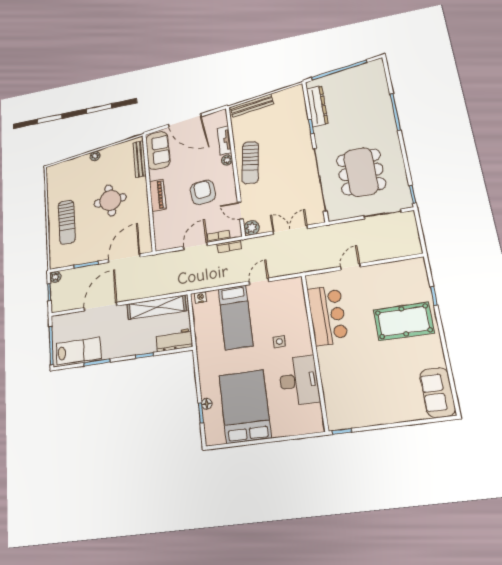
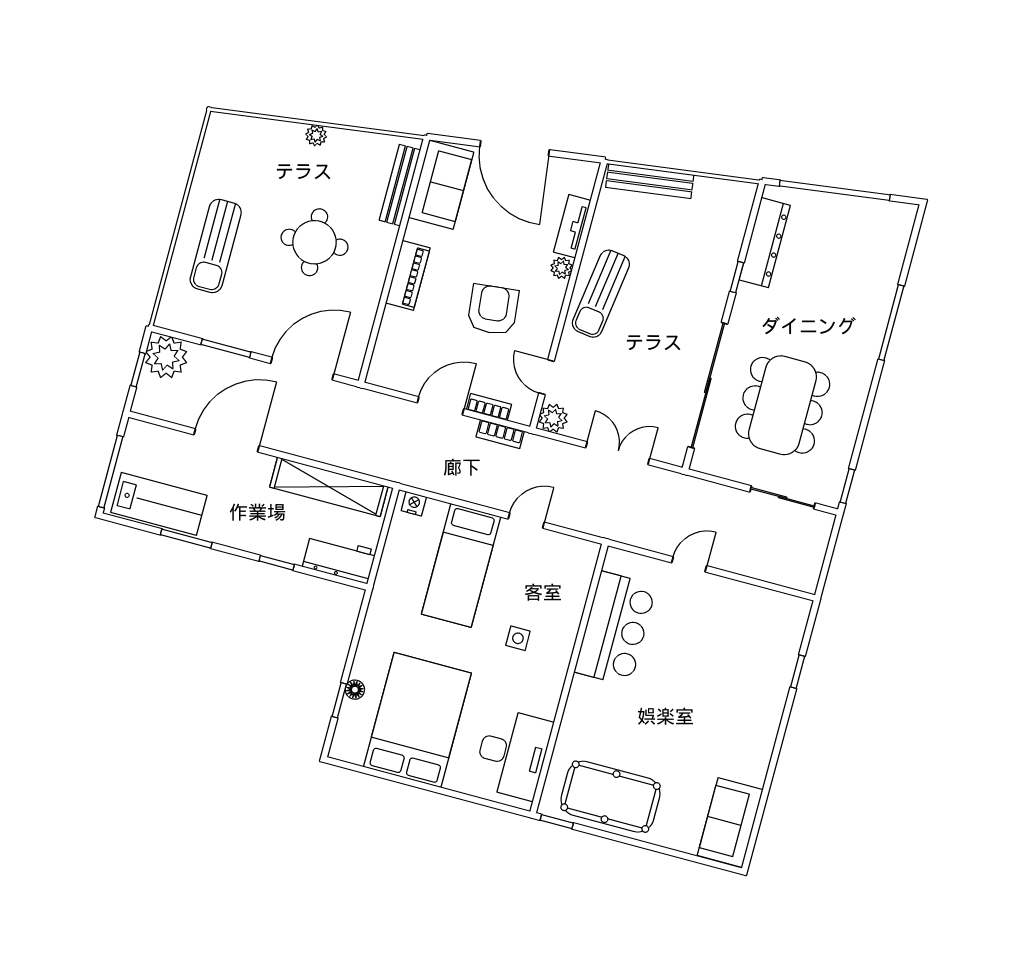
plant: (55, 277) -> (166, 357), width x1.87, depth x1.87
pool table: (404, 321) -> (611, 797), moved
desk: (299, 380) -> (512, 754), moved

